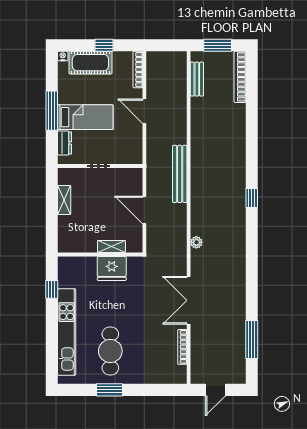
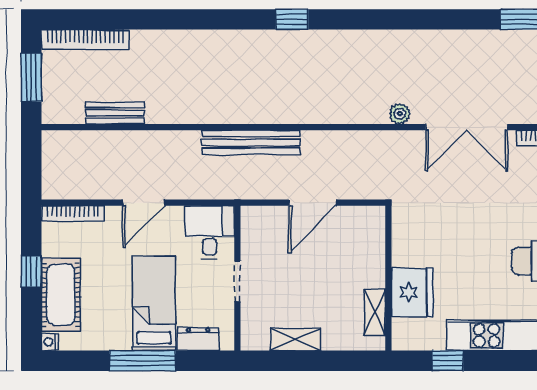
bench: (197, 79) -> (115, 113), moved
desk: (127, 150) -> (210, 232), added
plant: (196, 242) -> (400, 114), moved
shelving: (111, 247) -> (375, 312), moved
fridge: (112, 268) -> (412, 292), moved

